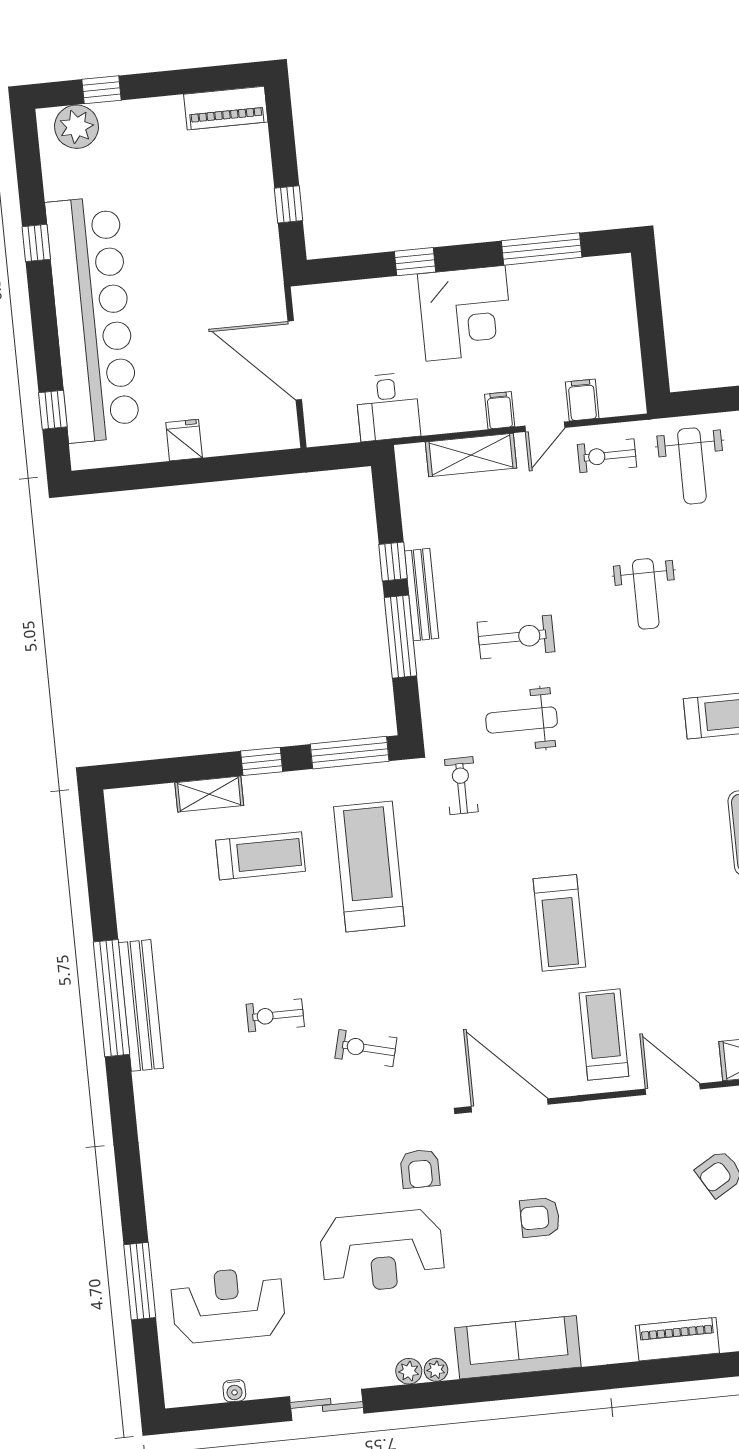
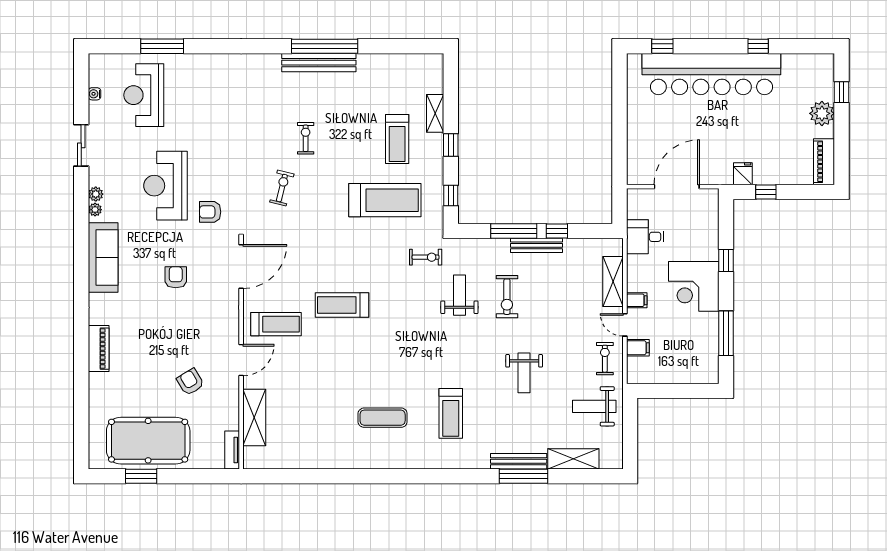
plant: (77, 127) -> (822, 113), moved
fridge: (184, 440) -> (743, 174), moved, turned -90
weight bench: (646, 594) -> (524, 373), turned -90
window: (350, 753) -> (451, 196), width x0.46
reception desk: (228, 1305) -> (144, 95), turned 180

